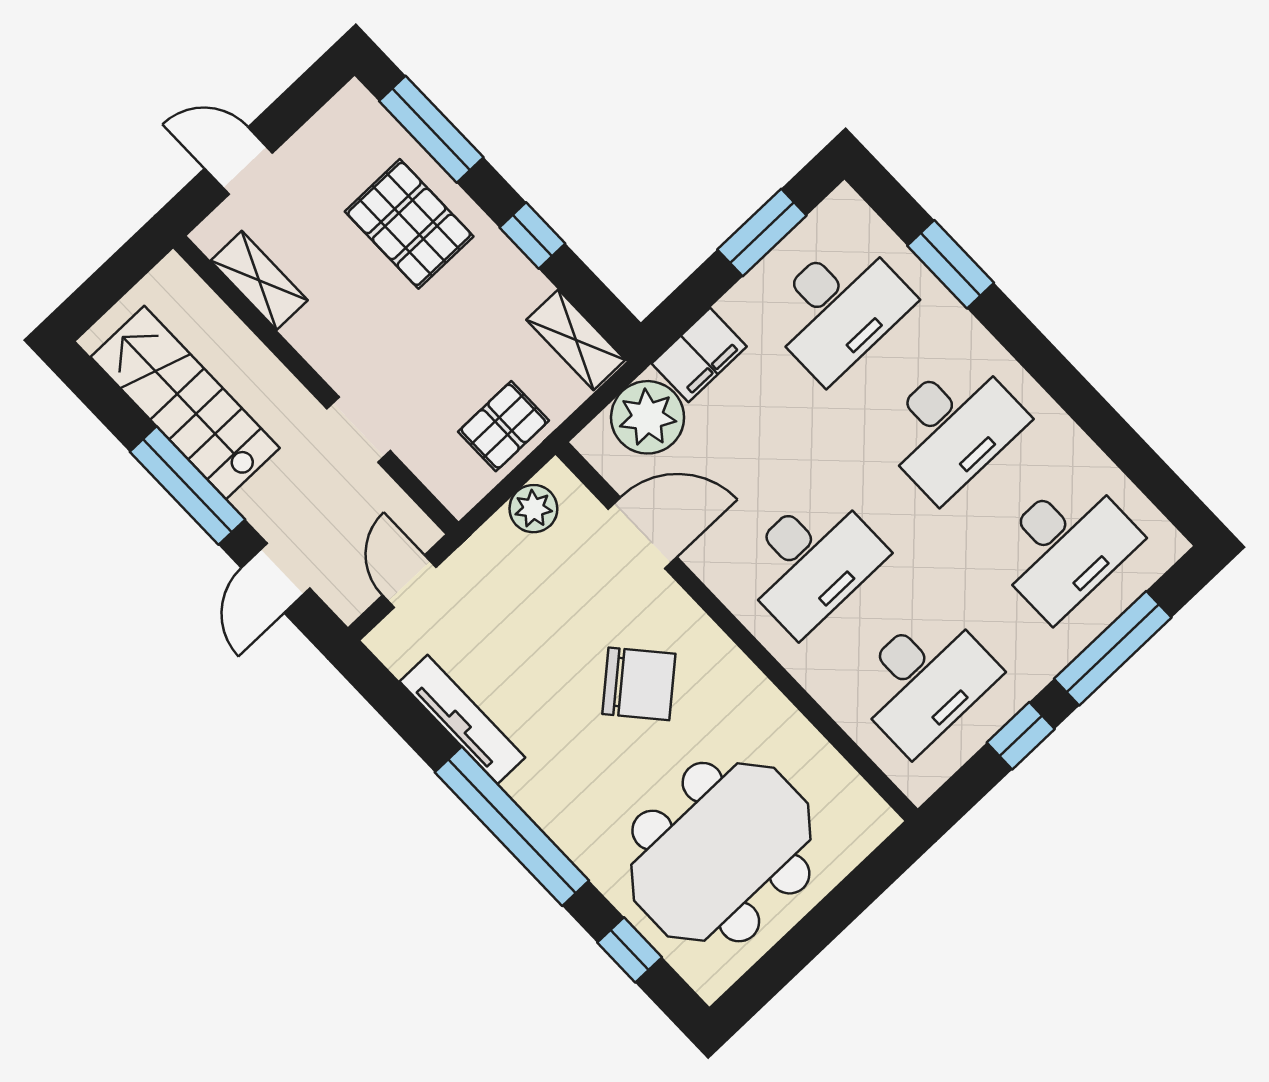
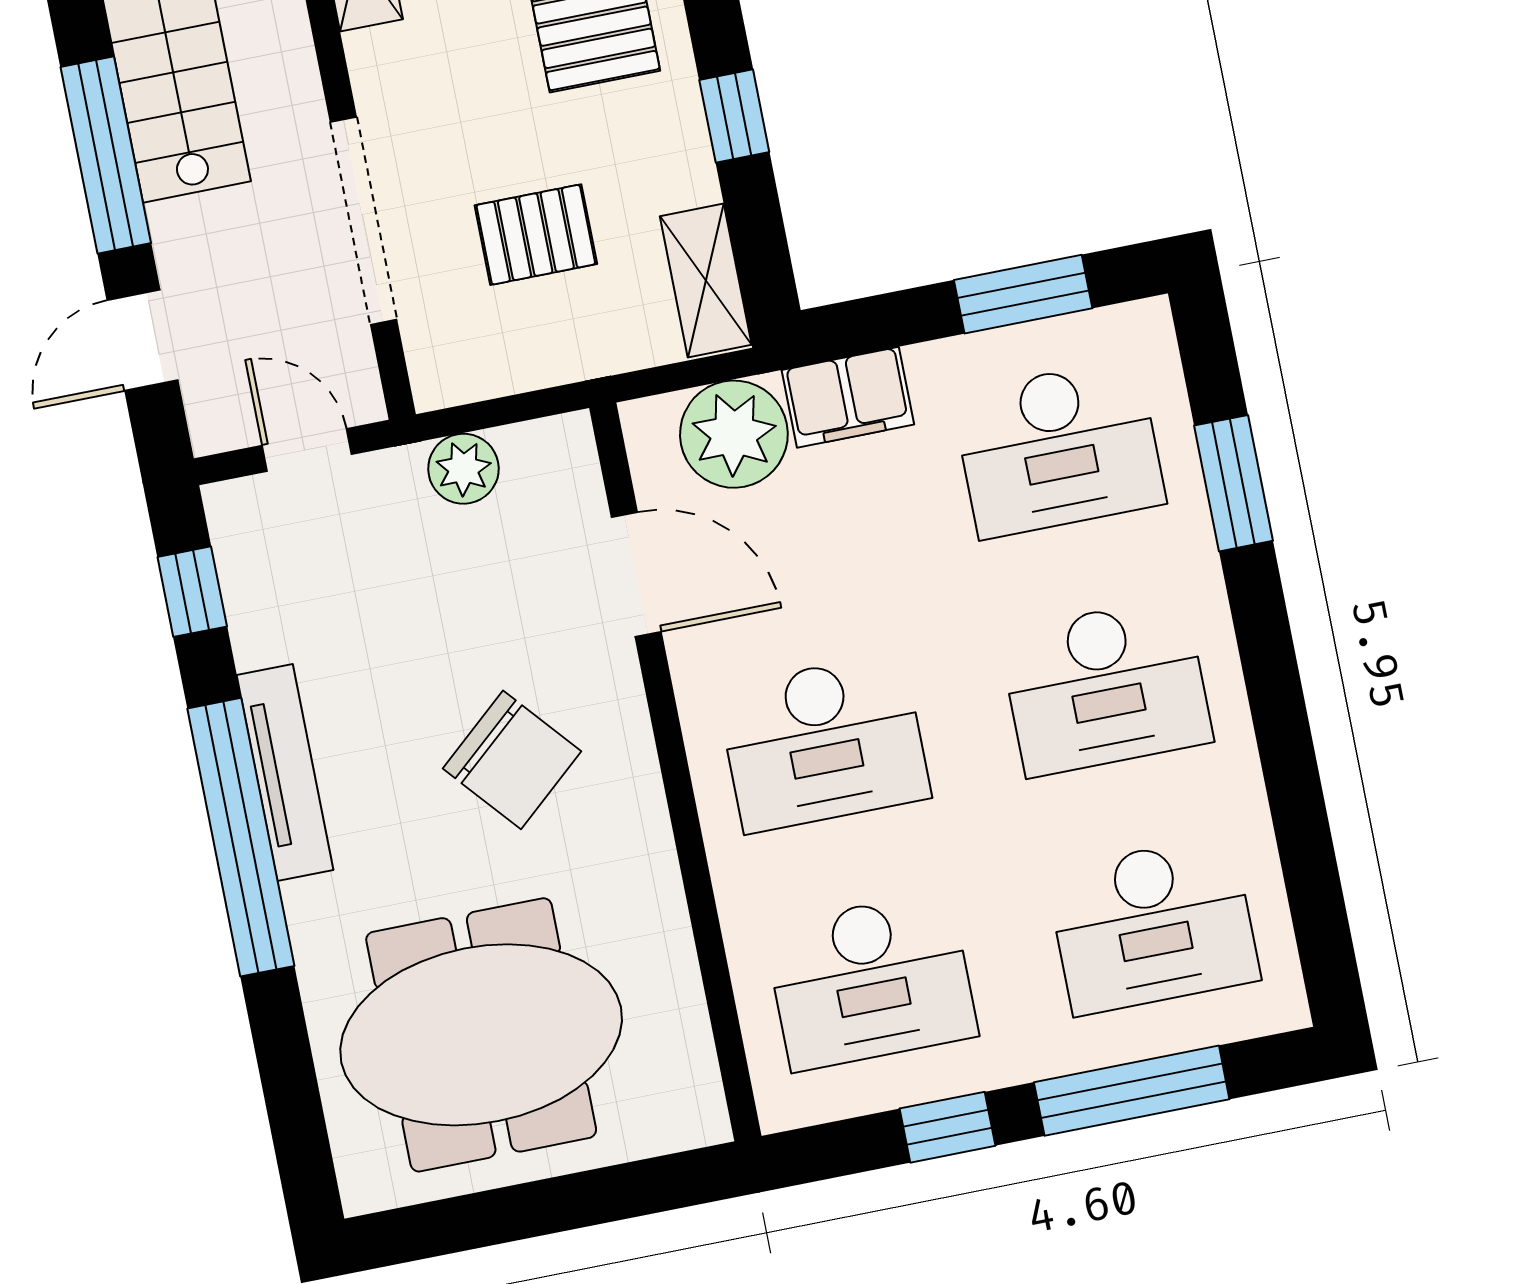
pallet: (503, 426) -> (536, 235), moved
doorway: (359, 430) -> (363, 221), width x1.87
plant: (533, 509) -> (463, 469), moved
door: (409, 581) -> (307, 450), hinge flipped
tv unit: (462, 719) -> (285, 773), moved
window: (630, 950) -> (192, 592), moved

